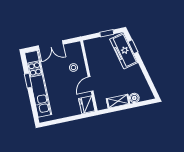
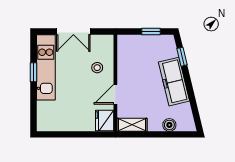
freezer: (124, 51) -> (174, 82), moved
kitchen unit: (38, 84) -> (46, 67), width x0.73
shelving: (118, 101) -> (132, 125), moved

